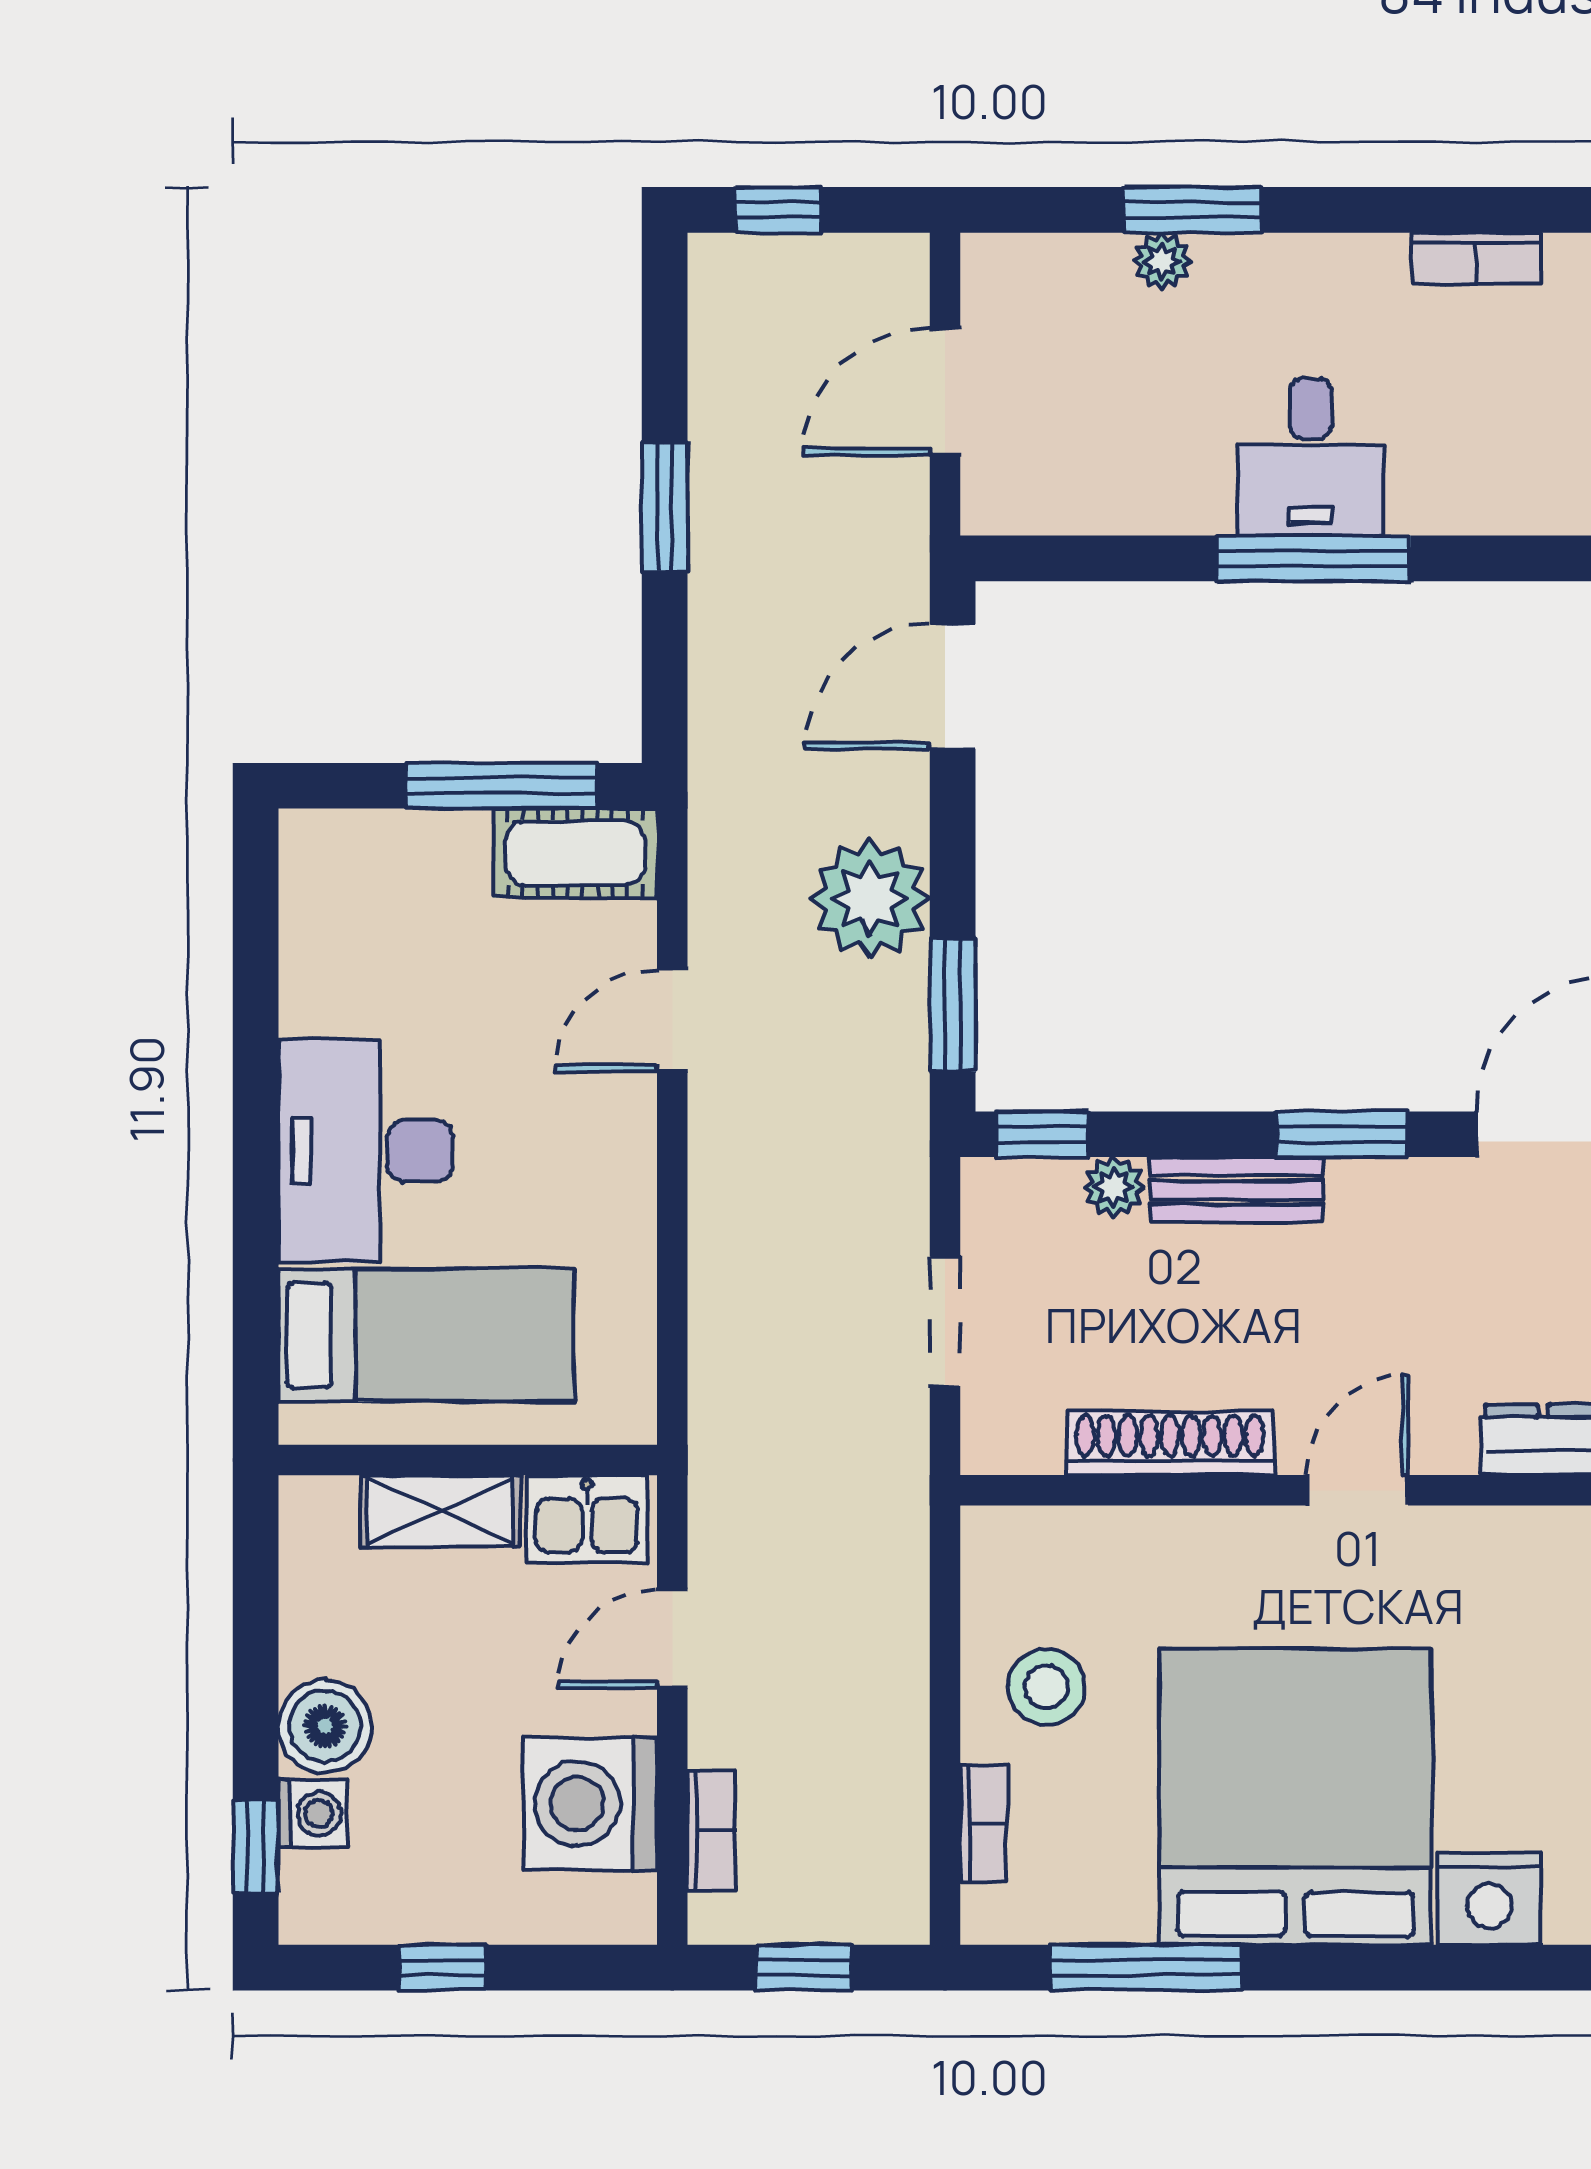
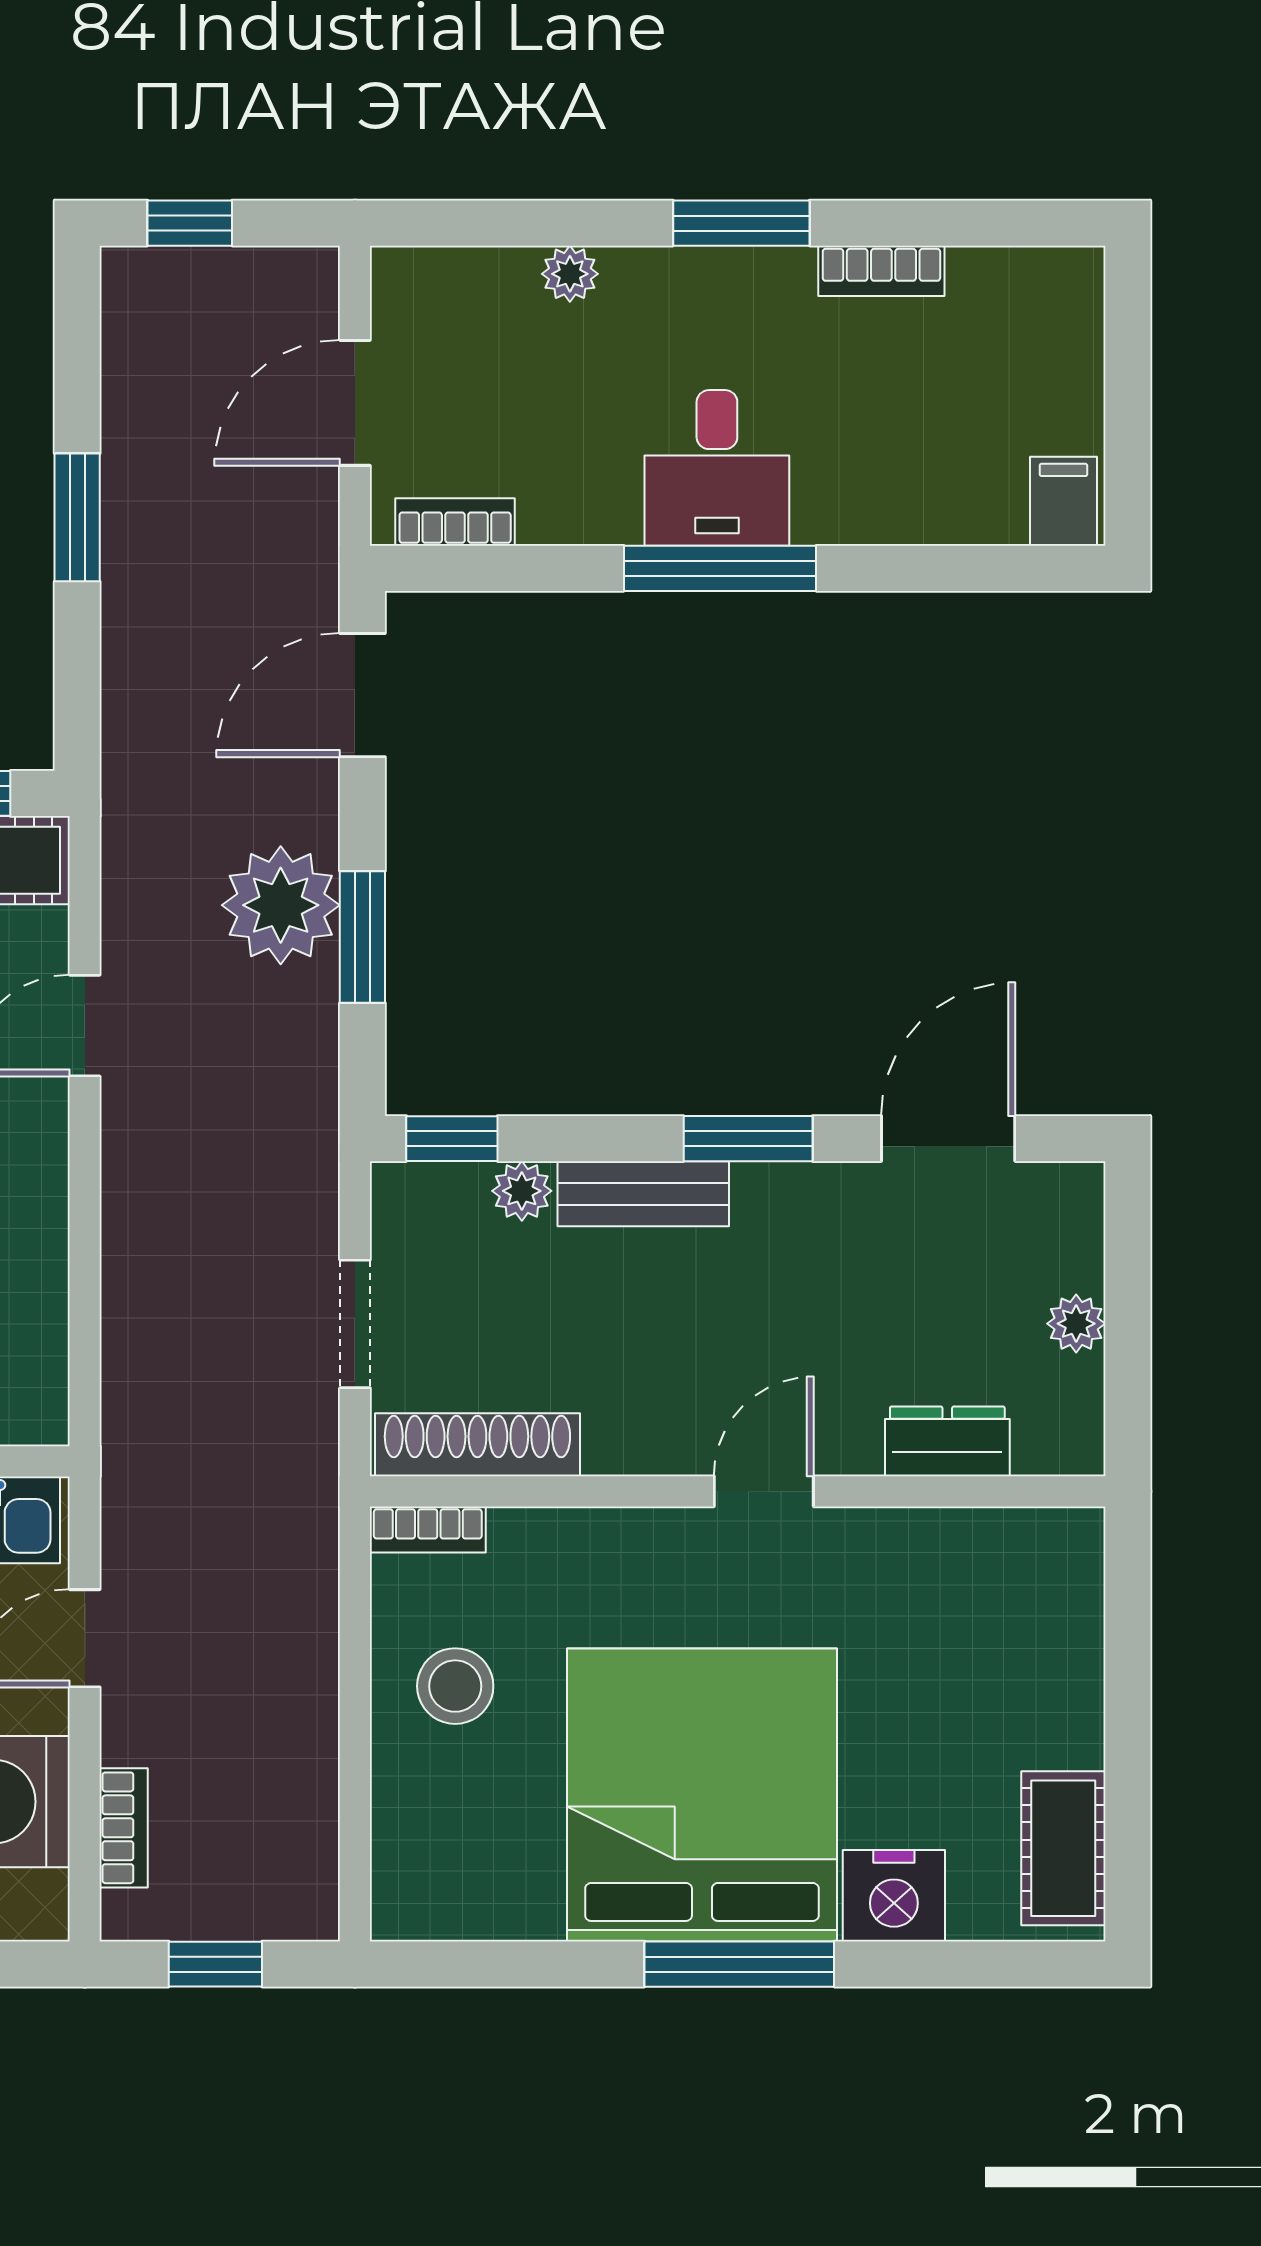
window: (1192, 210) -> (741, 223), moved
bookcase: (1046, 512) -> (455, 522), added
window: (953, 1005) -> (362, 937), moved
shoe rack: (1170, 1443) -> (477, 1445), moved
bookcase: (984, 1823) -> (428, 1529), moved, turned 90
window: (1146, 1968) -> (739, 1964), moved

